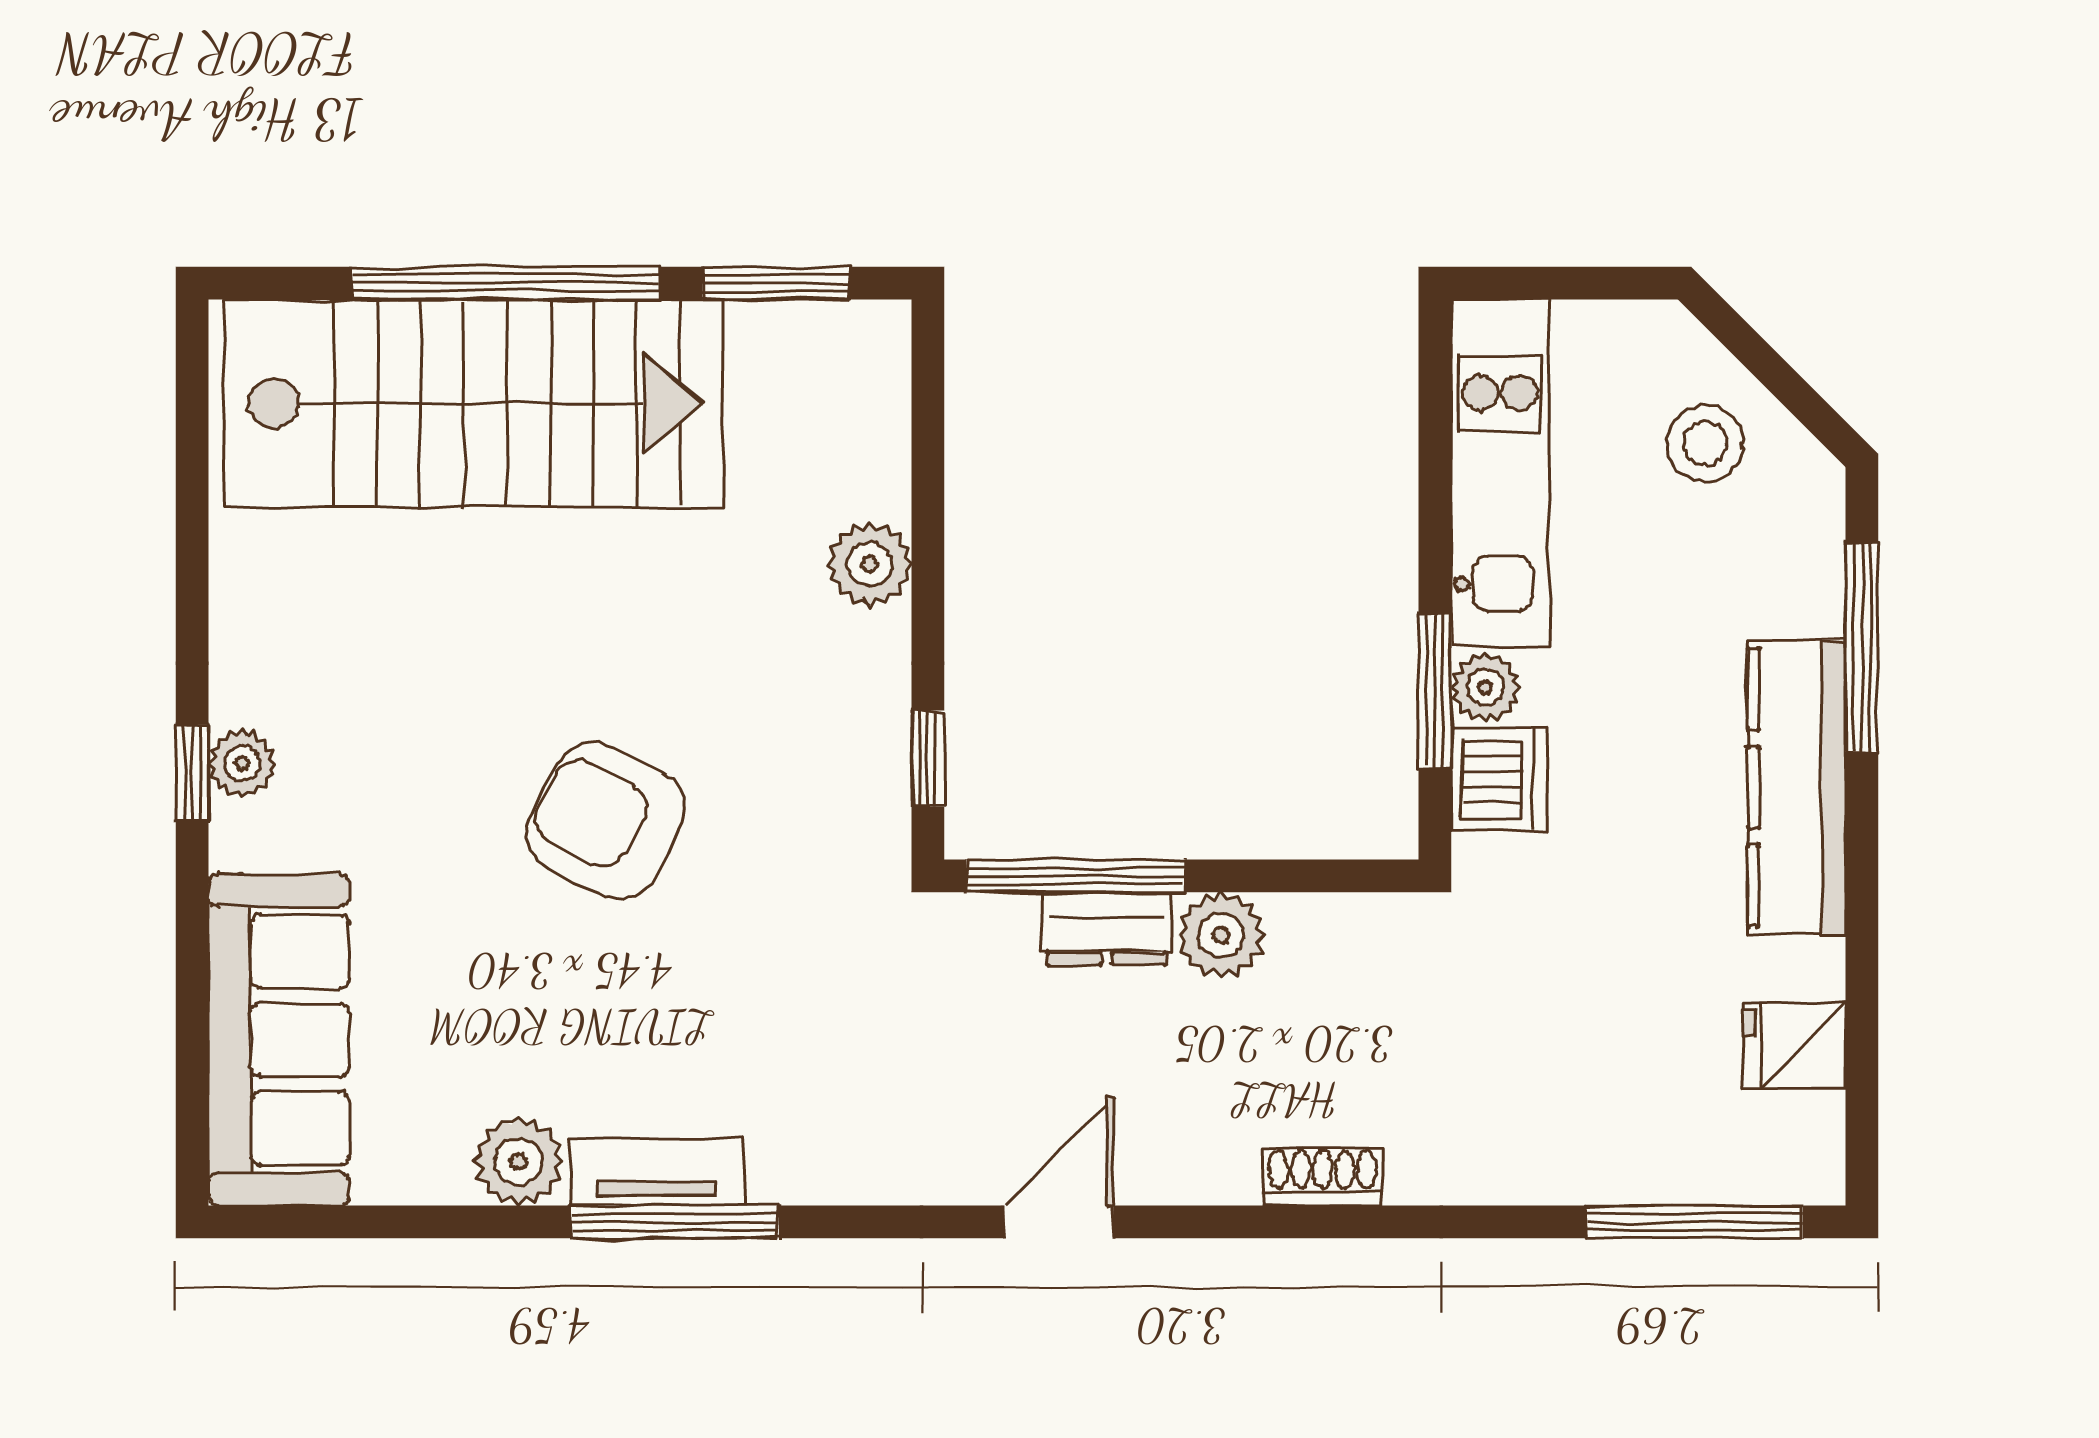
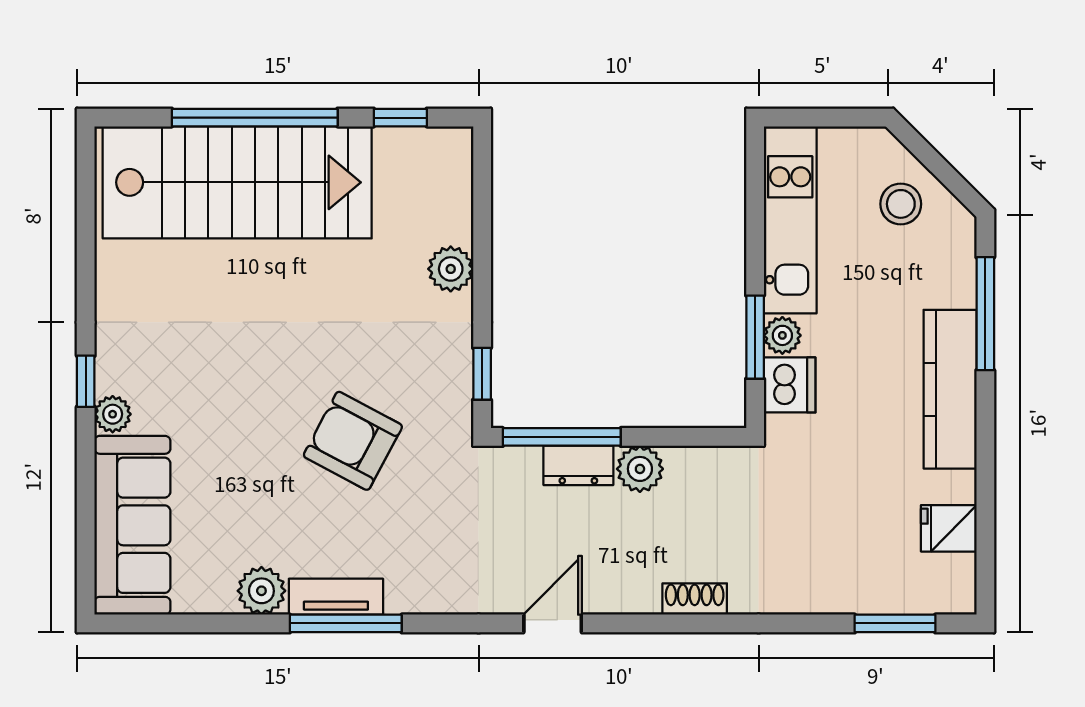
window: (776, 283) -> (400, 118), width x0.67
plant: (242, 763) -> (113, 414), moved
armchair: (606, 821) -> (353, 441), moved
window: (1694, 1222) -> (895, 623), width x0.69

